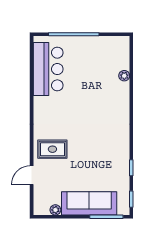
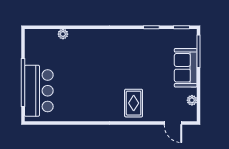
bar counter: (48, 69) -> (39, 91), moved, turned 90
door: (32, 175) -> (173, 123), moved
sofa: (89, 203) -> (186, 68), width x0.73

